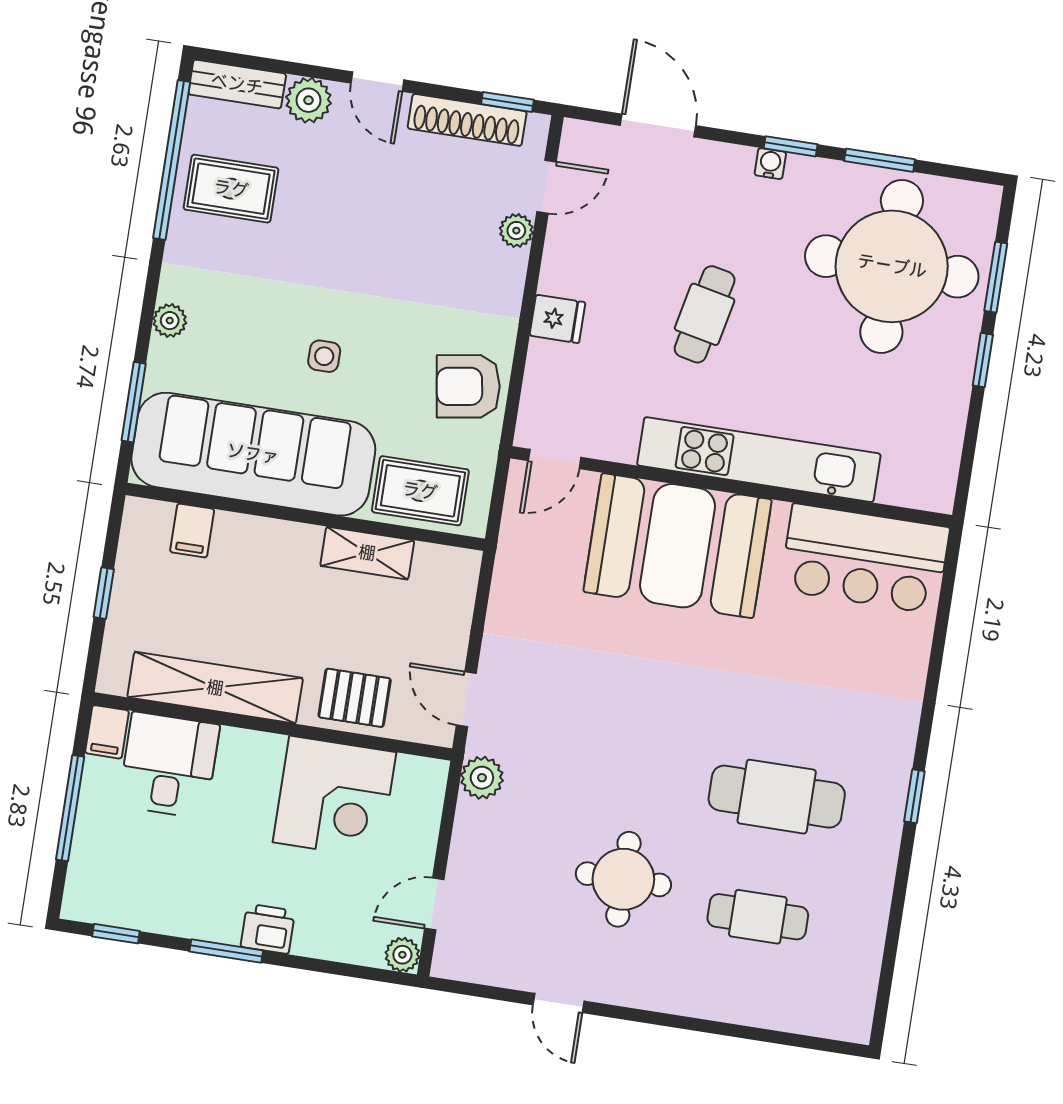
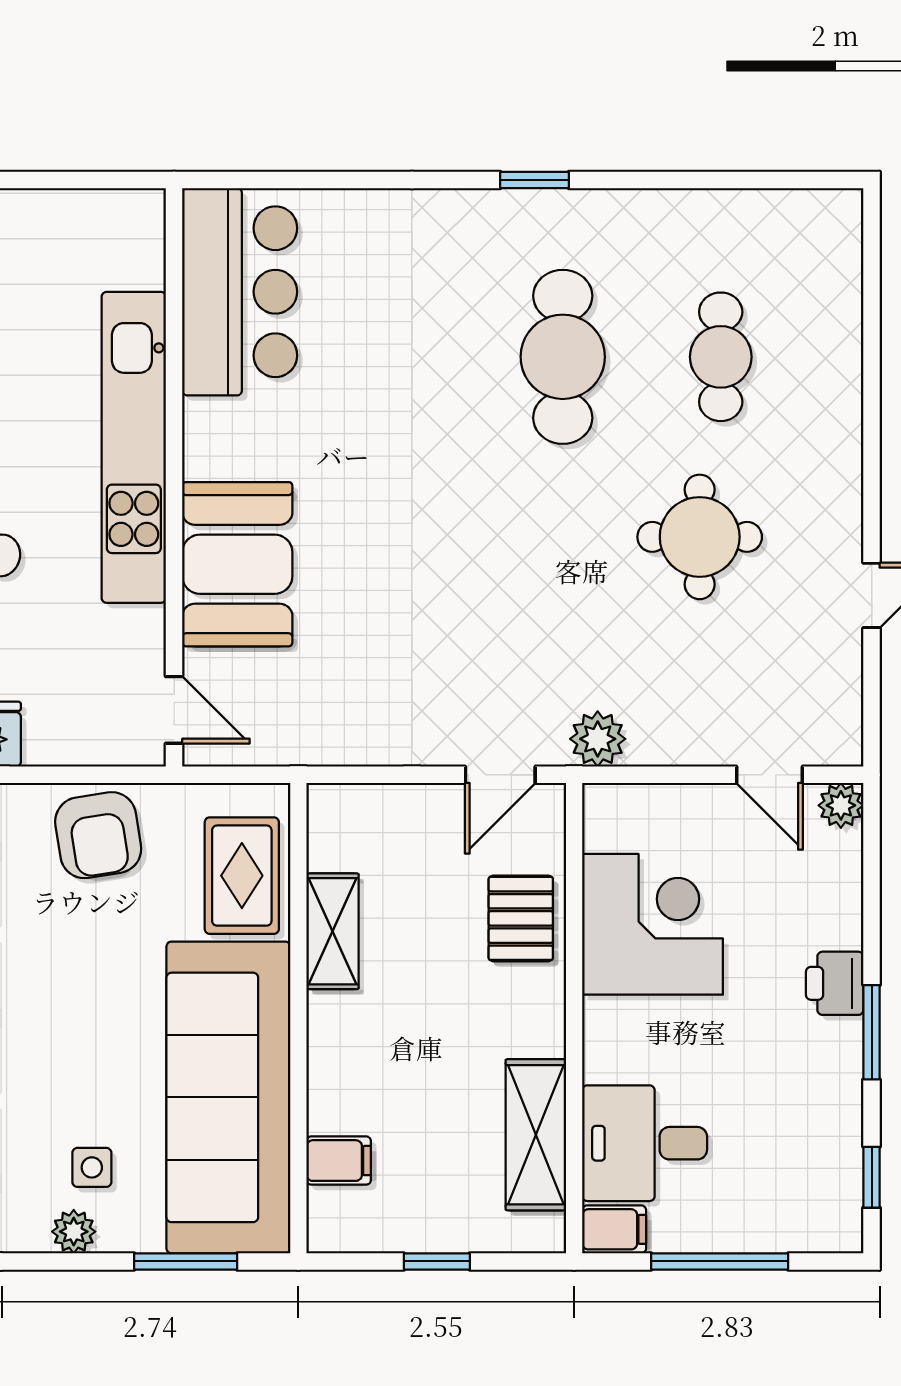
side table: (324, 356) -> (92, 1167), moved
booth: (678, 546) -> (237, 564), width x0.73, depth x0.70
shelving: (215, 688) -> (536, 1135), width x0.68

